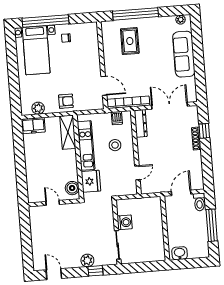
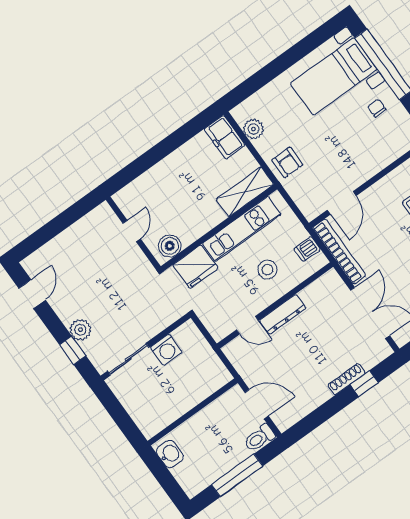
dresser: (141, 123) -> (283, 314), moved

